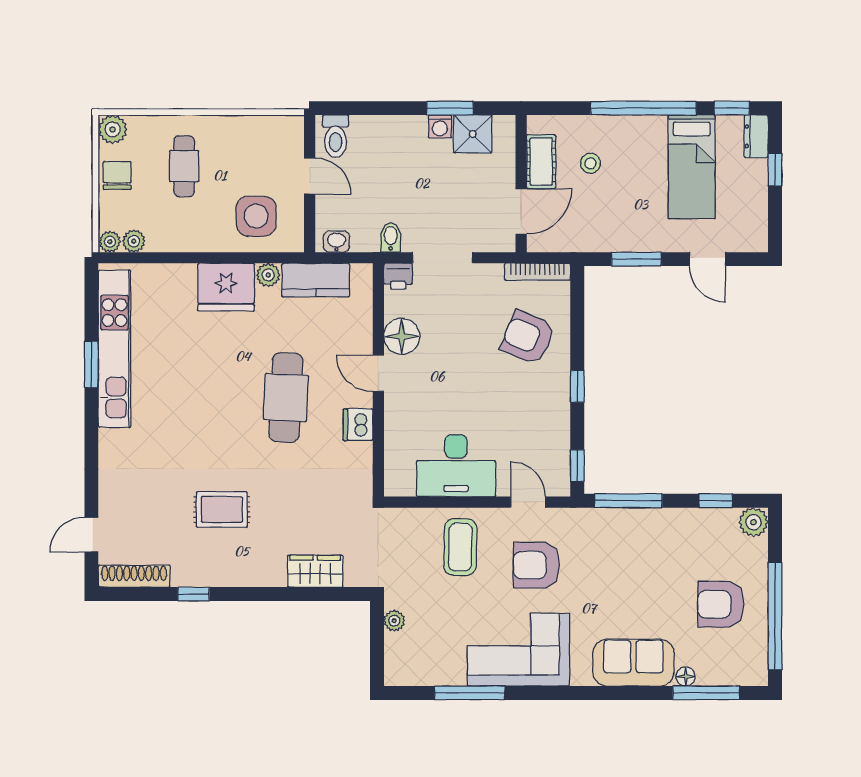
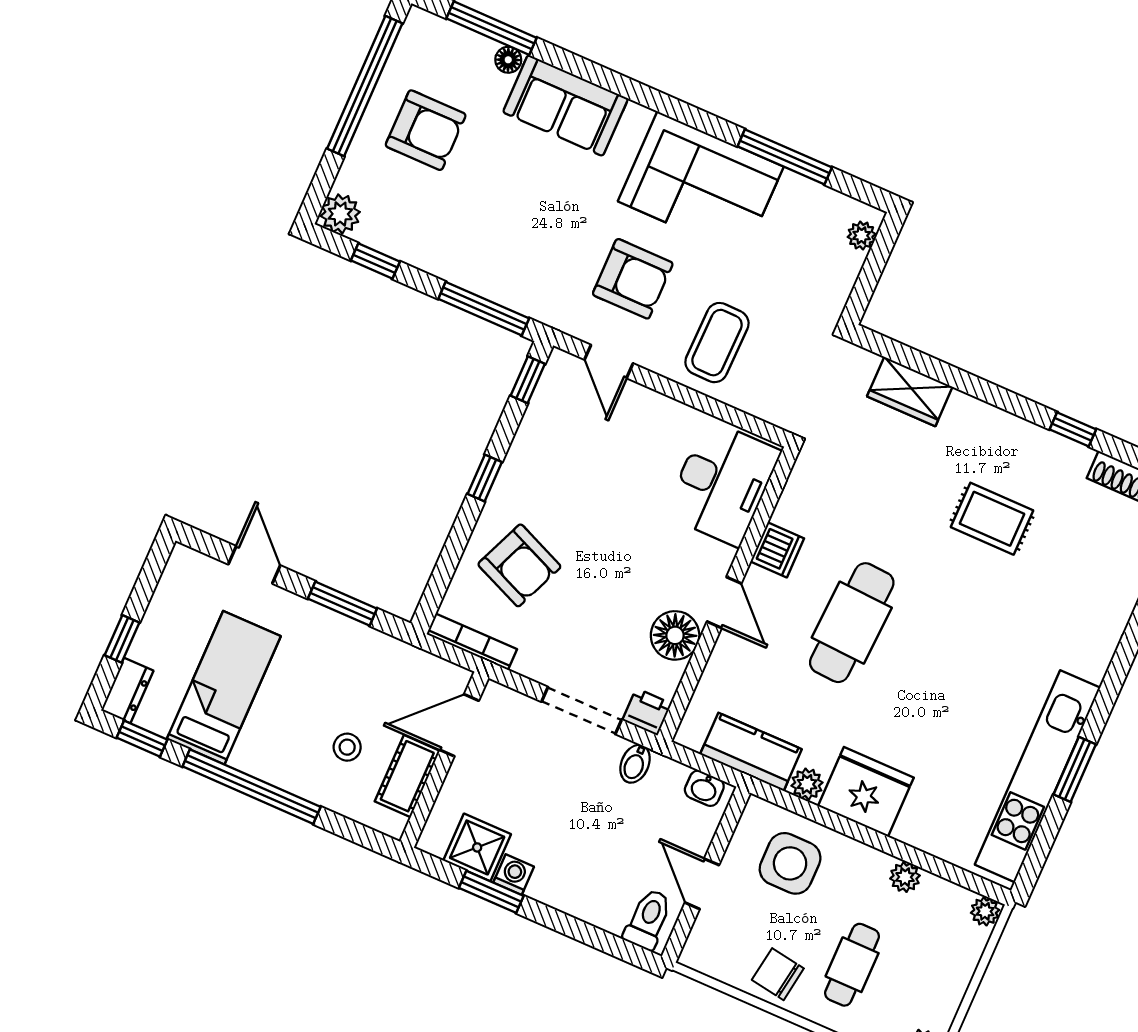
chair: (117, 176) -> (778, 974), moved, turned 99
plant: (134, 241) -> (905, 877), moved
desk: (456, 466) -> (723, 483), moved, turned 90
plant: (394, 621) -> (862, 236), moved

